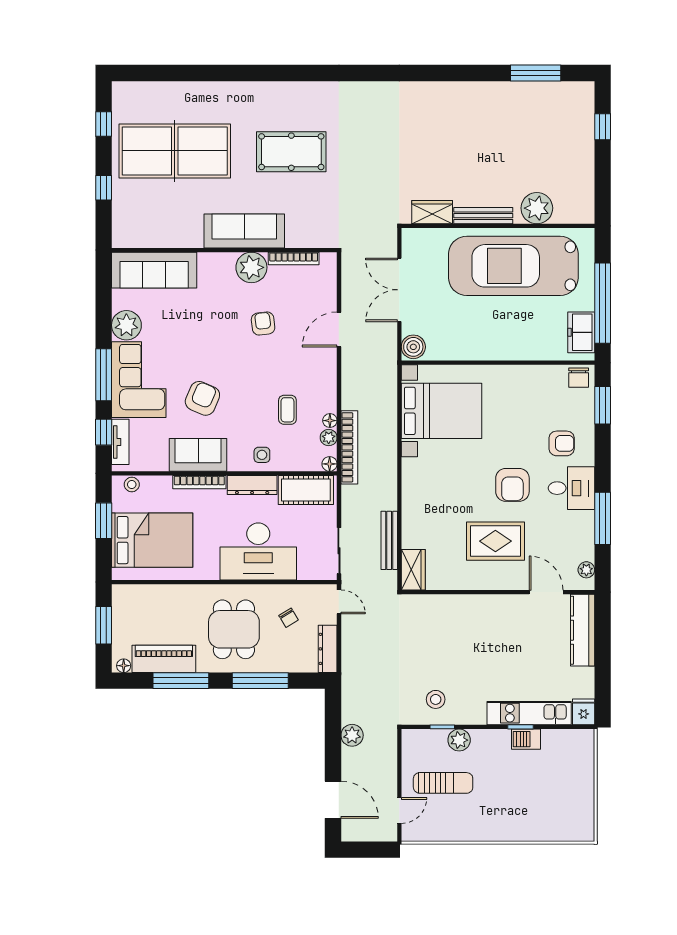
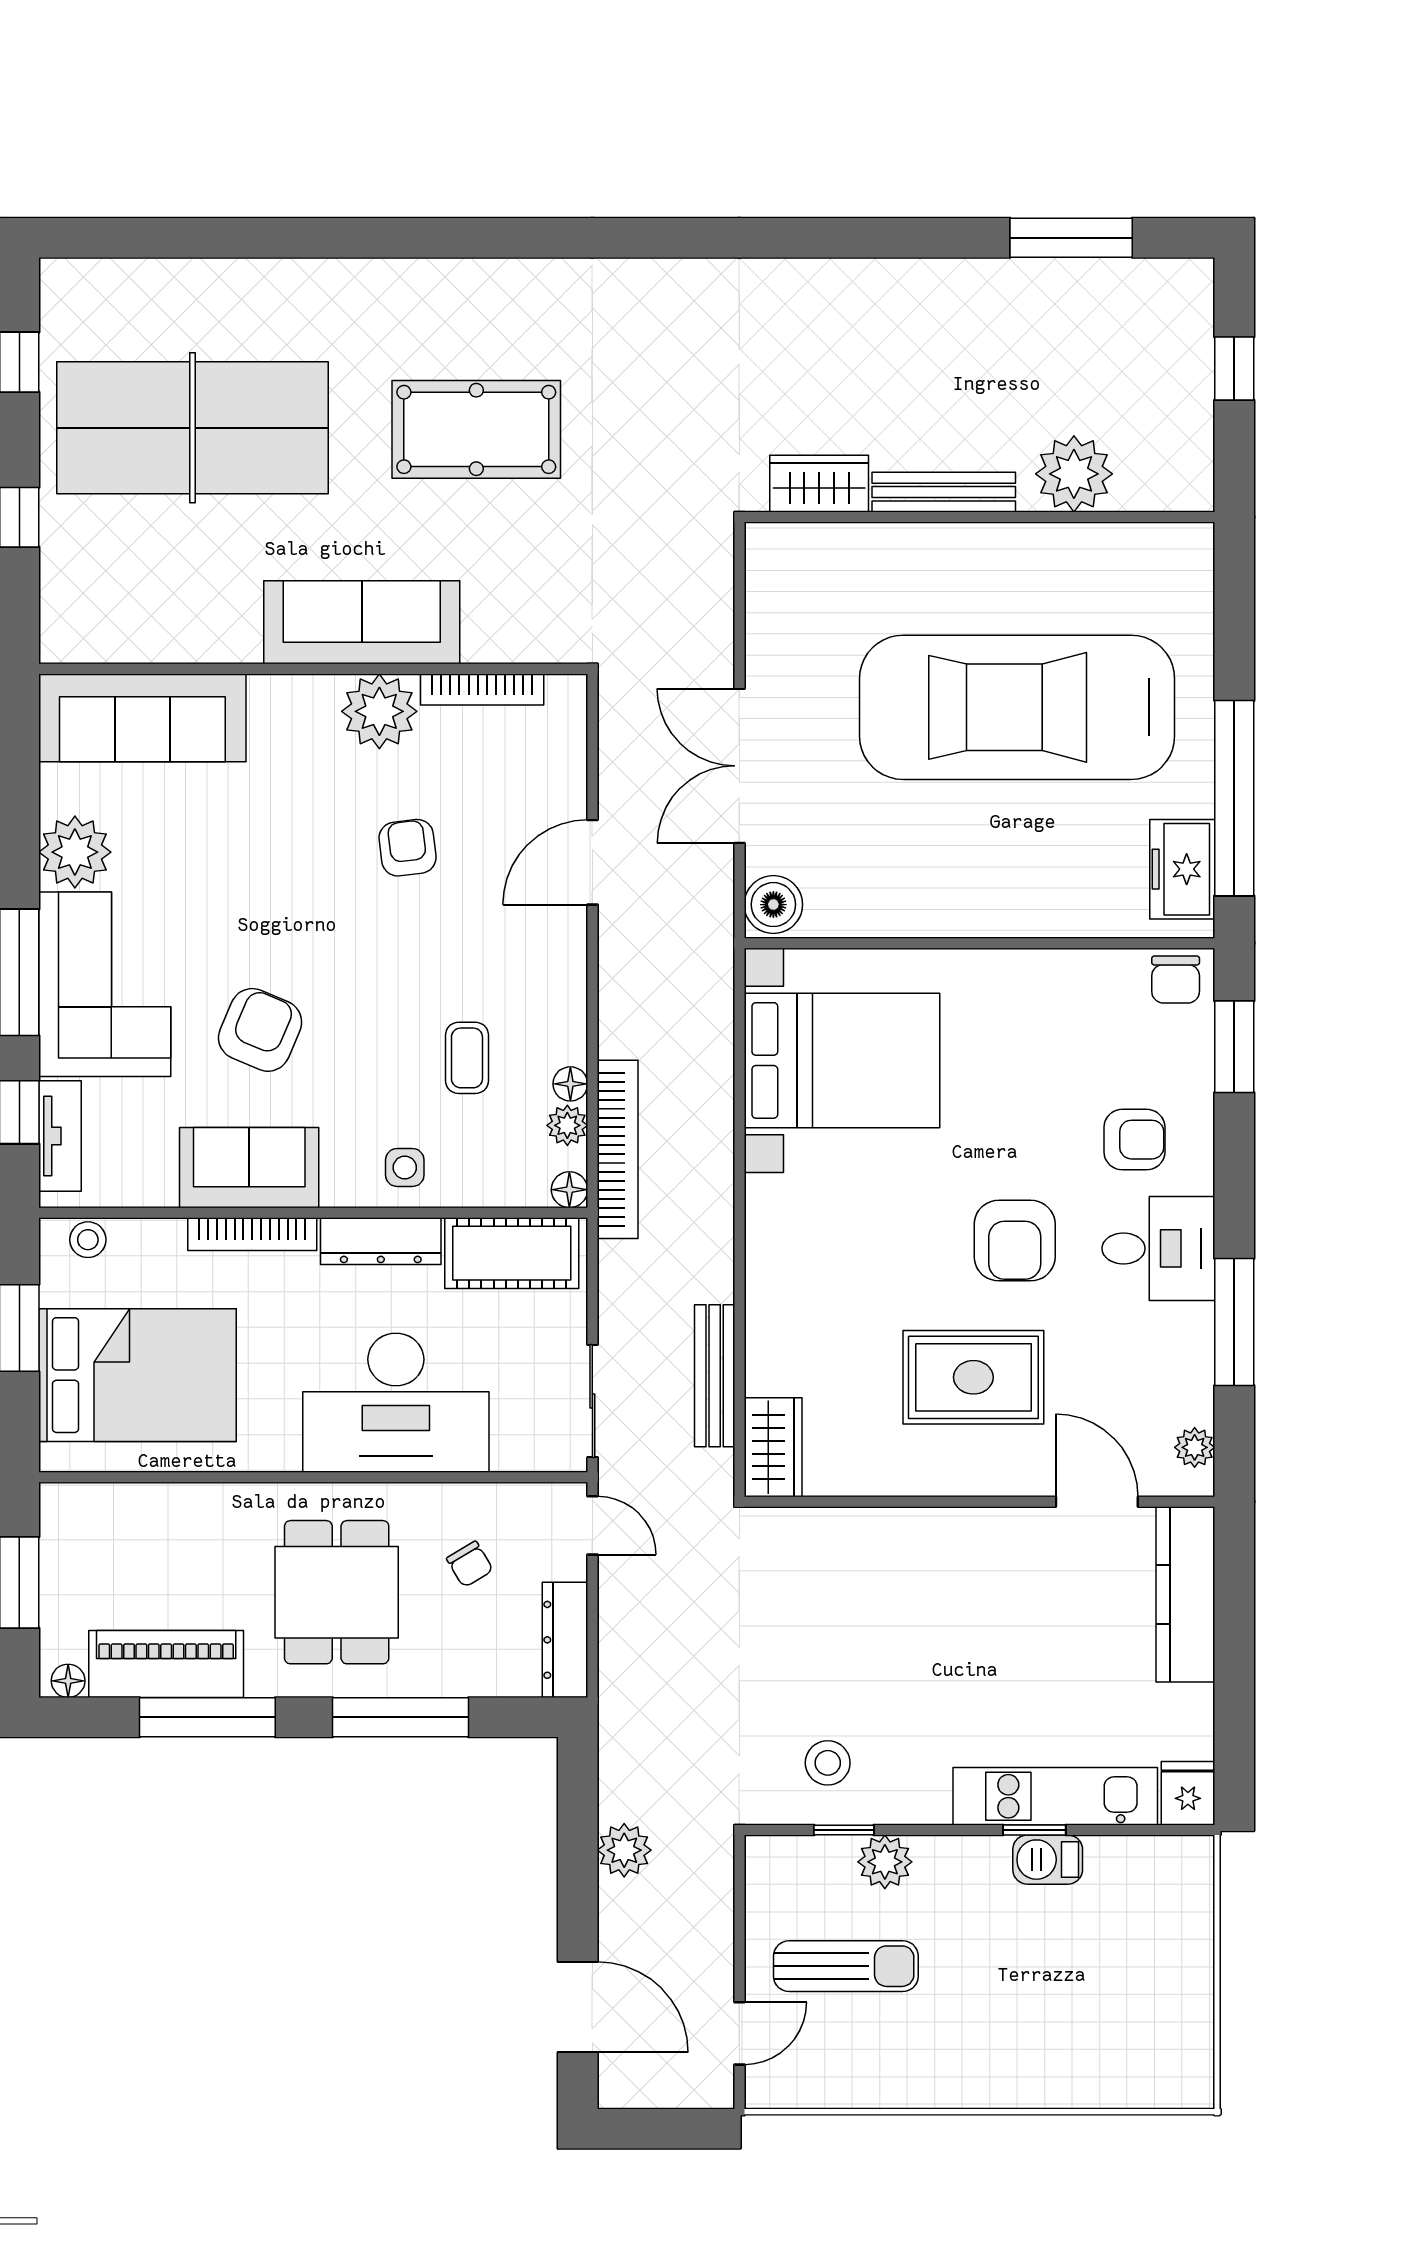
plant: (537, 208) -> (1074, 474), moved
wardrobe: (432, 212) -> (819, 484), moved
bench: (483, 216) -> (944, 492), moved
wall: (498, 226) -> (979, 517), moved

